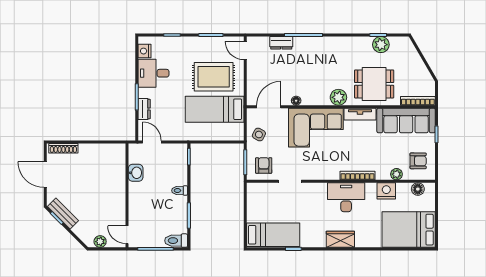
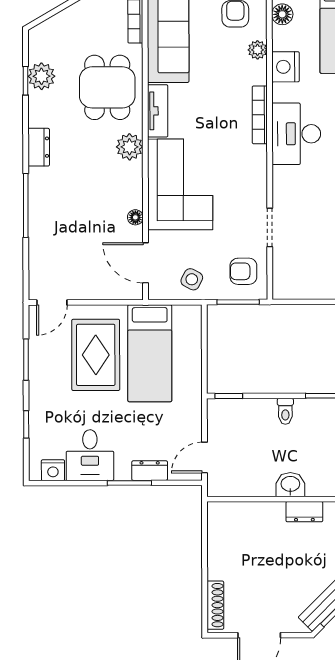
dresser: (281, 43) -> (39, 147), moved
washbasin: (136, 173) -> (290, 485), moved
dresser: (119, 202) -> (304, 512), added

